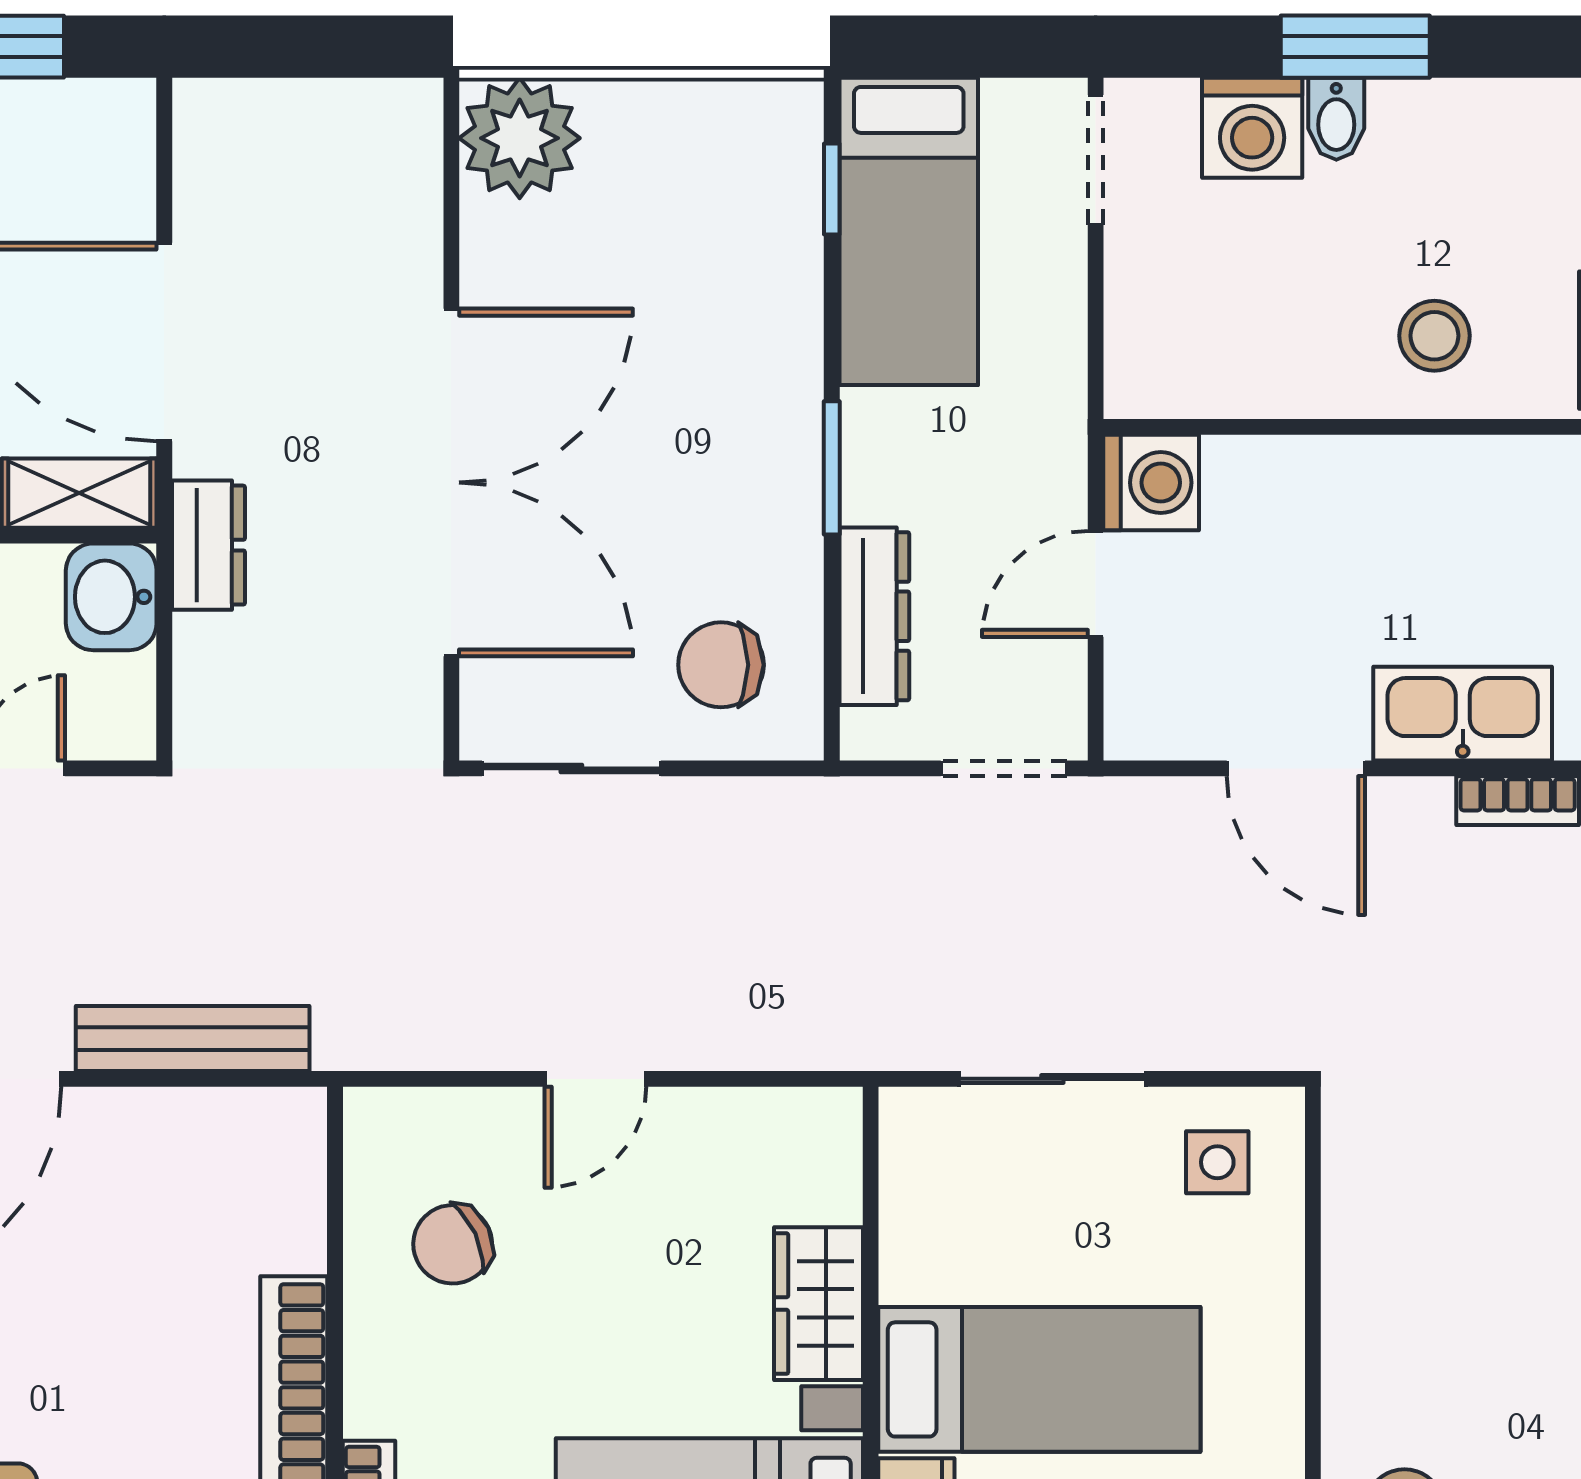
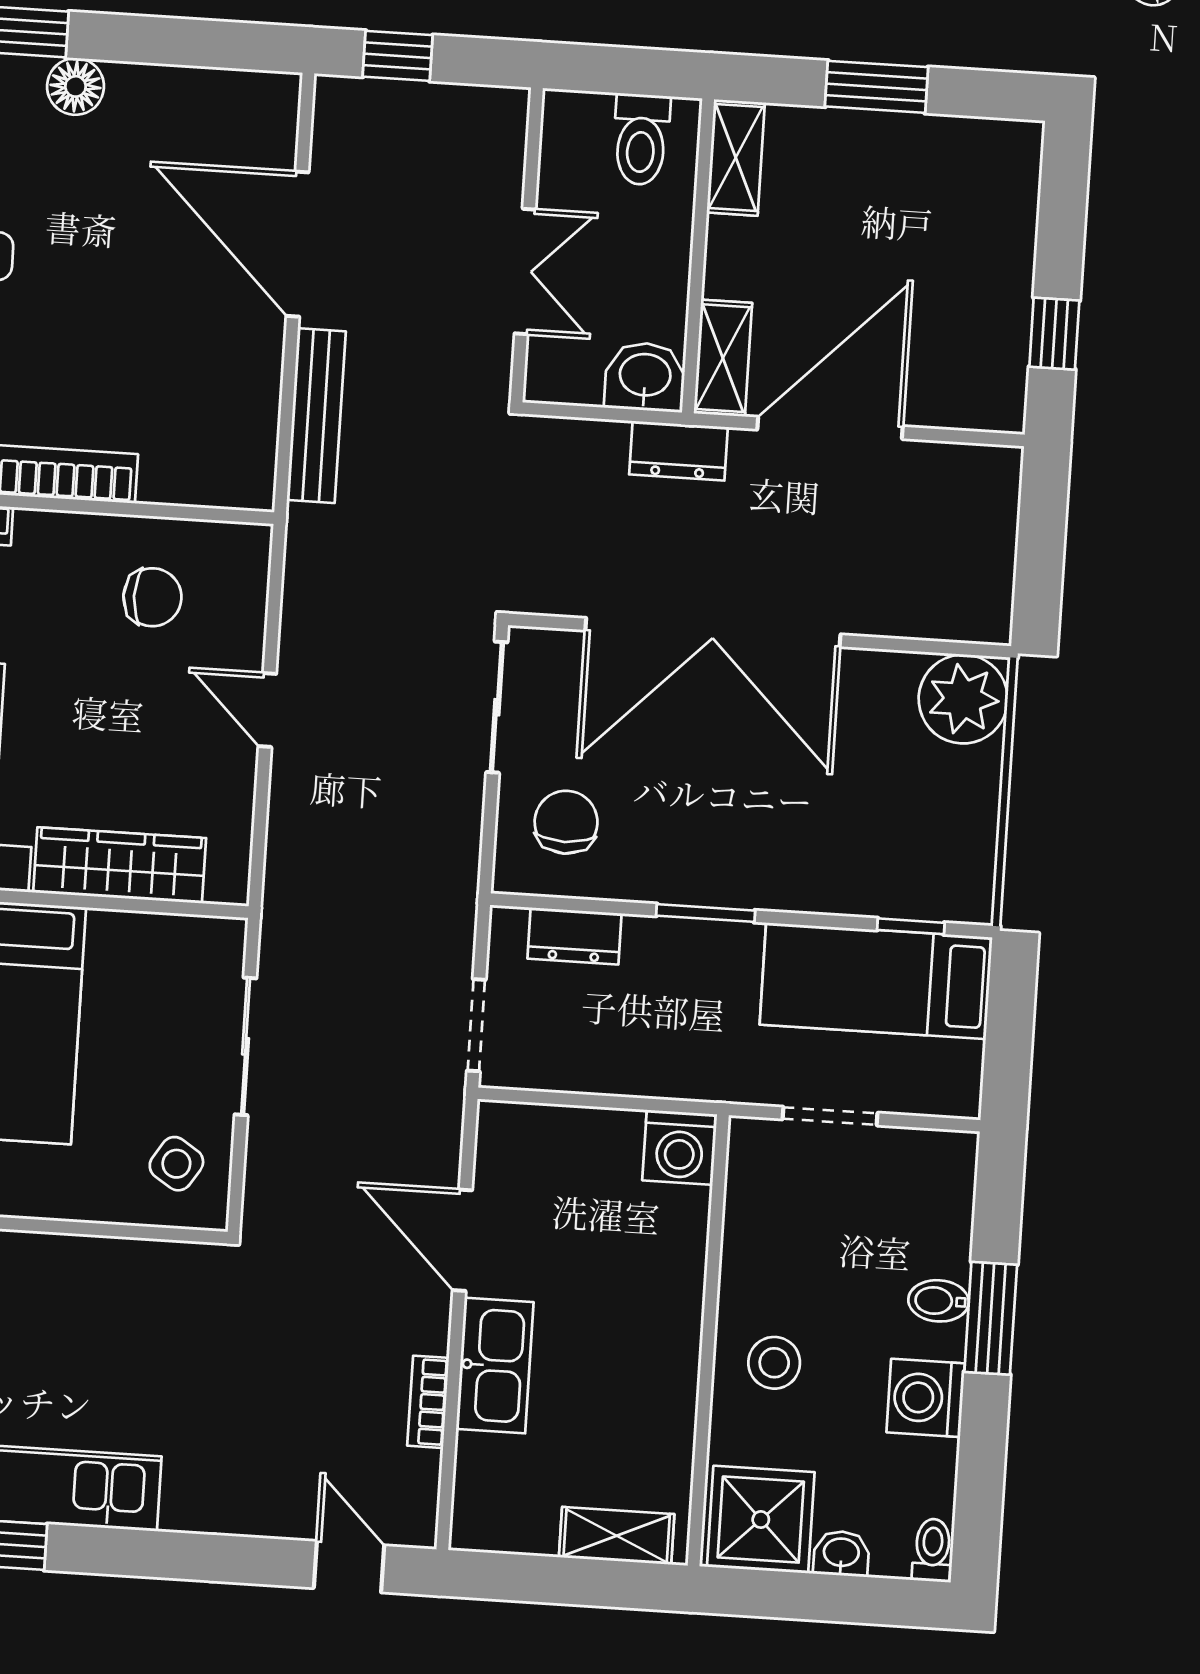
washing machine: (1252, 128) -> (926, 1398), moved
doorway: (1096, 160) -> (830, 1116), moved
door: (1096, 584) -> (608, 1102), removed
dresser: (874, 616) -> (575, 936), width x0.70
door: (1296, 768) -> (462, 1240), hinge flipped
side table: (1217, 1162) -> (176, 1164), turned 33
chair: (453, 1244) -> (152, 597), turned 115
wardrobe: (818, 1304) -> (120, 865), width x1.50

